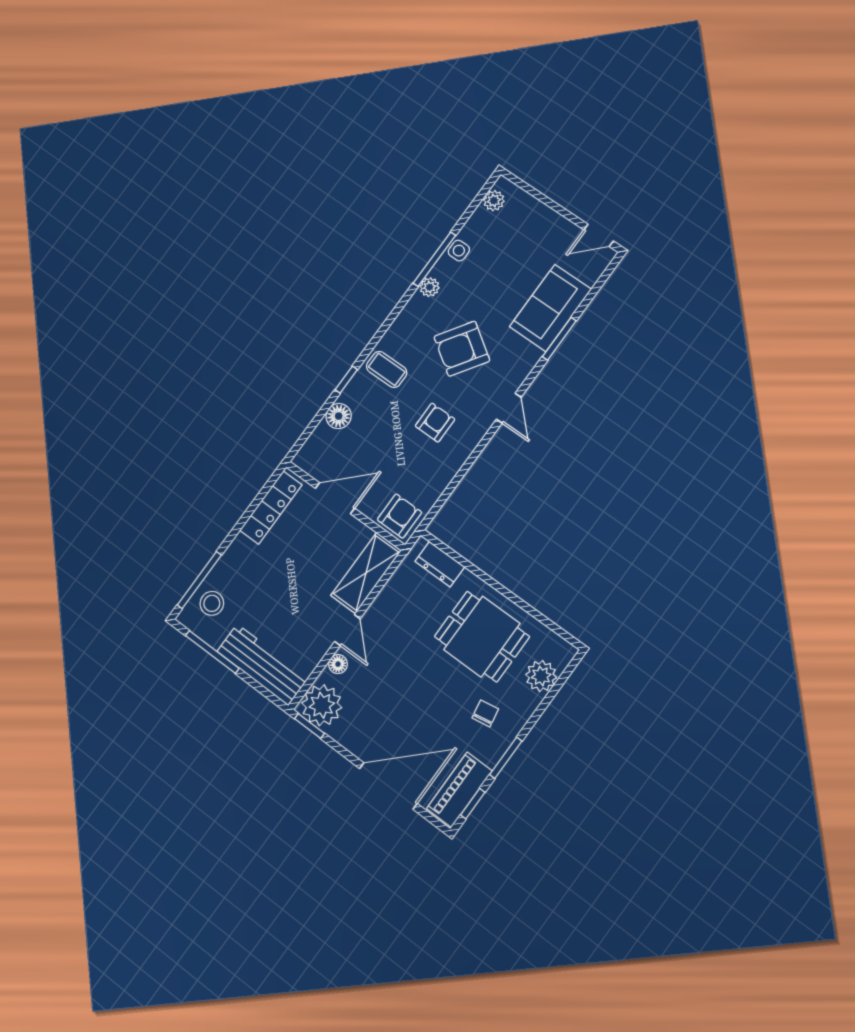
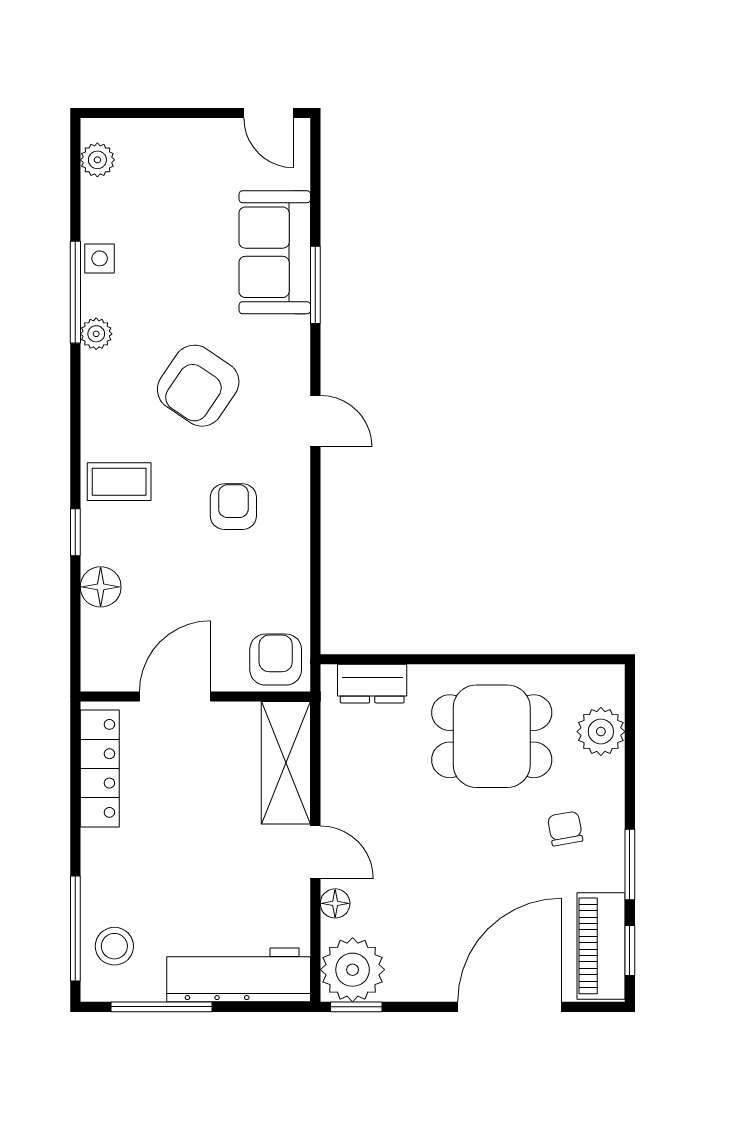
door: (599, 235) -> (269, 113), hinge flipped

